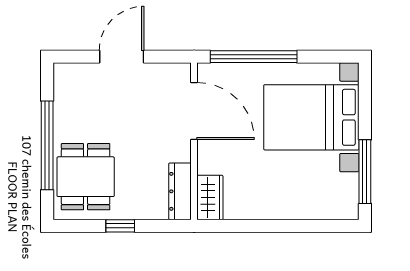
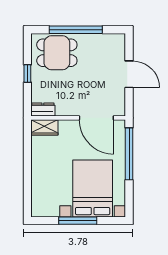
door: (194, 111) -> (96, 118), hinge flipped
window: (365, 172) -> (78, 221), moved
dresser: (180, 191) -> (43, 110), width x0.70

